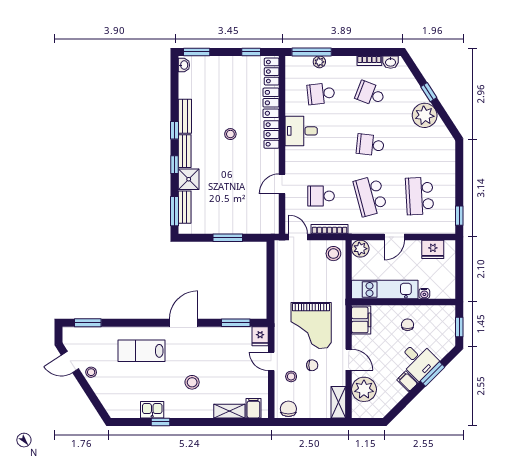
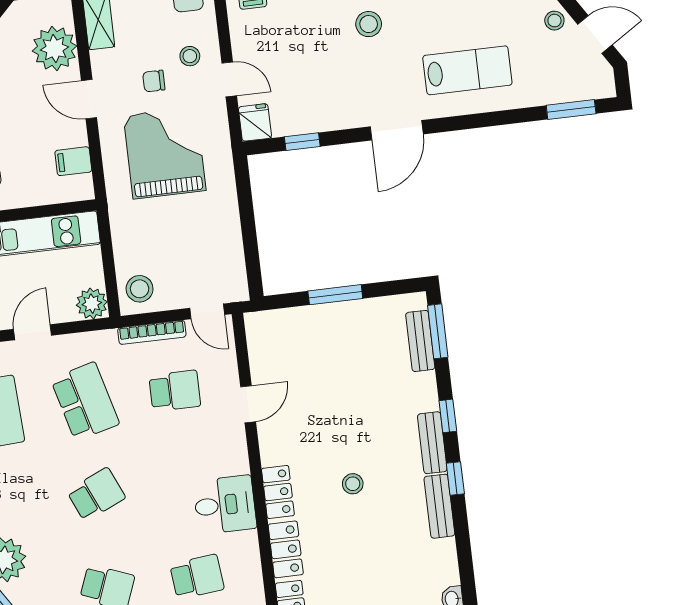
school desk: (370, 145) -> (96, 494), turned -30
shower: (189, 179) -> (419, 393), removed
filing cabinet: (361, 320) -> (73, 161), width x0.50
window: (236, 323) -> (302, 142), width x0.67

